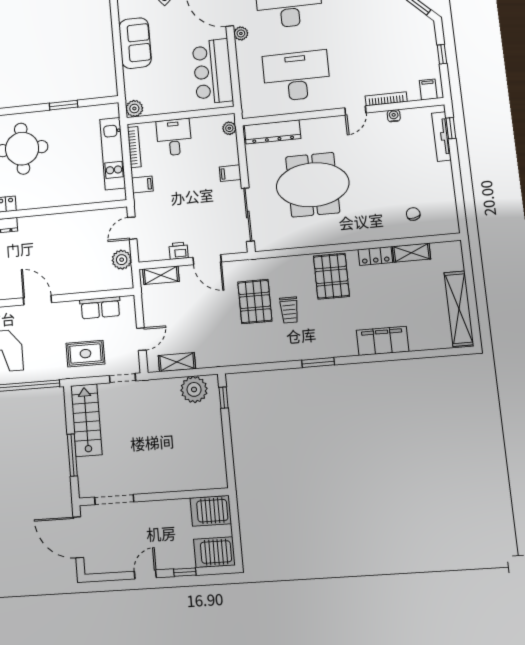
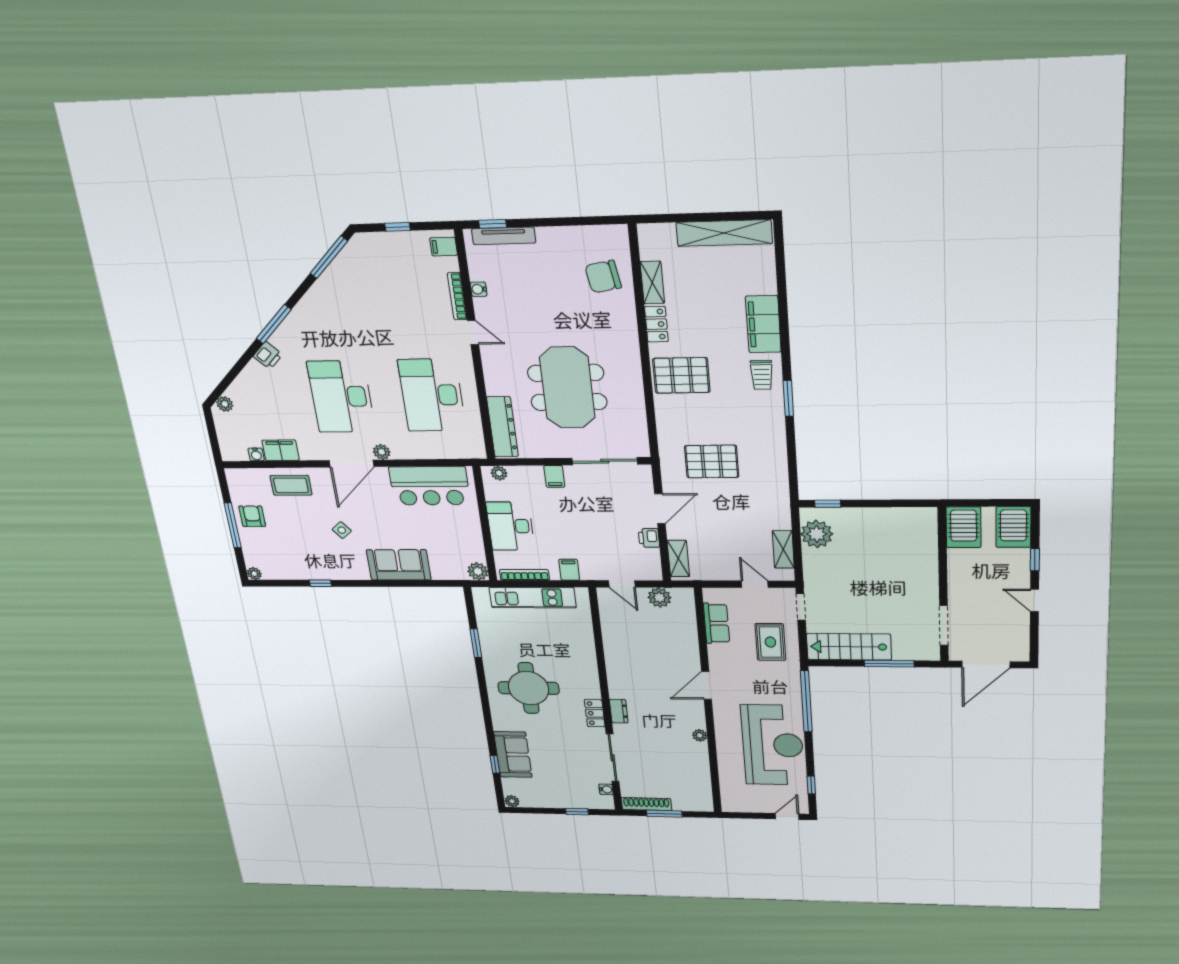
desk: (174, 137) -> (510, 526), width x1.37
chair: (413, 214) -> (603, 277), width x1.87, depth x1.87
trolley: (289, 310) -> (762, 375), moved, turned 90

